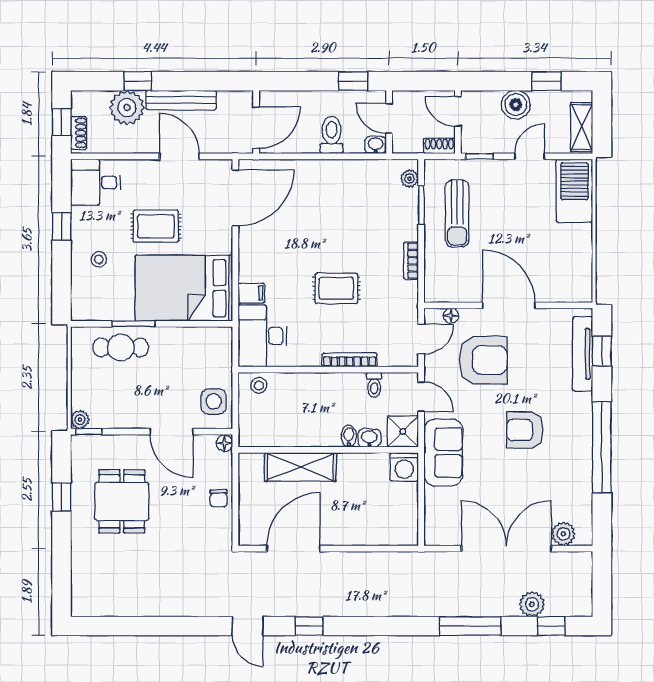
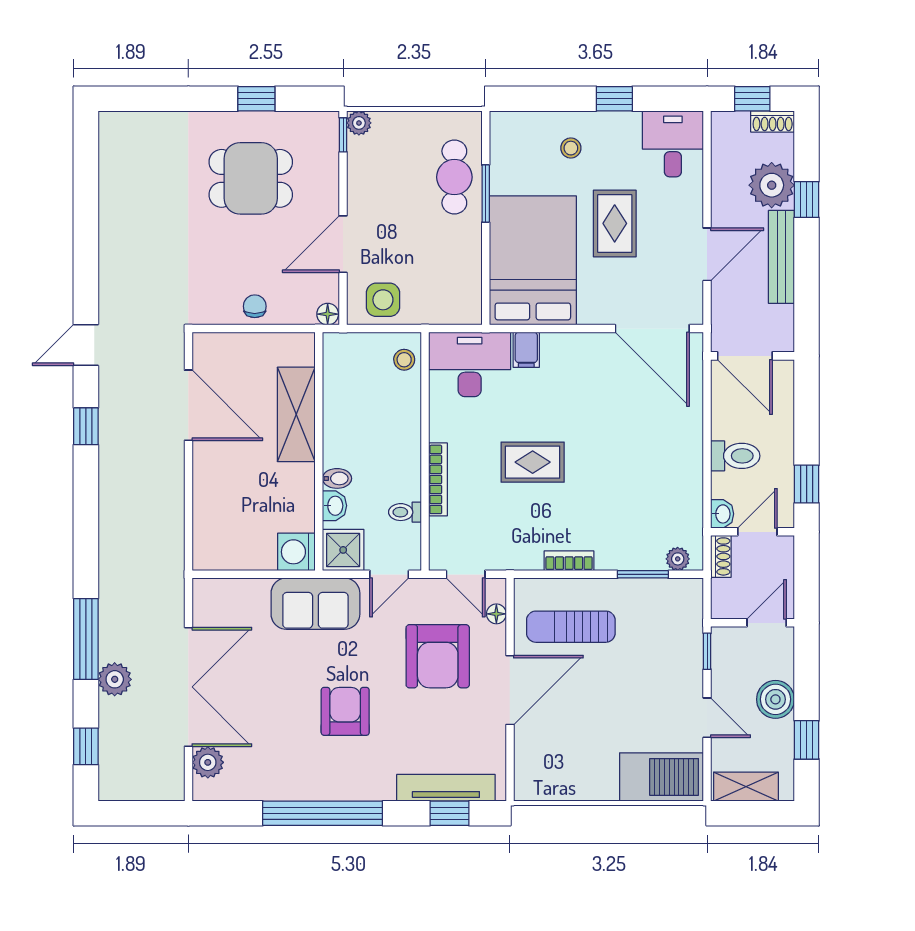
shoe rack: (79, 133) -> (773, 121), moved
shoe rack: (439, 146) -> (721, 556), moved
sun lounger: (457, 214) -> (571, 627), moved
rug: (336, 288) -> (533, 462), turned 90
chair: (219, 498) -> (255, 306), turned 90
plant: (532, 604) -> (115, 679), moved

